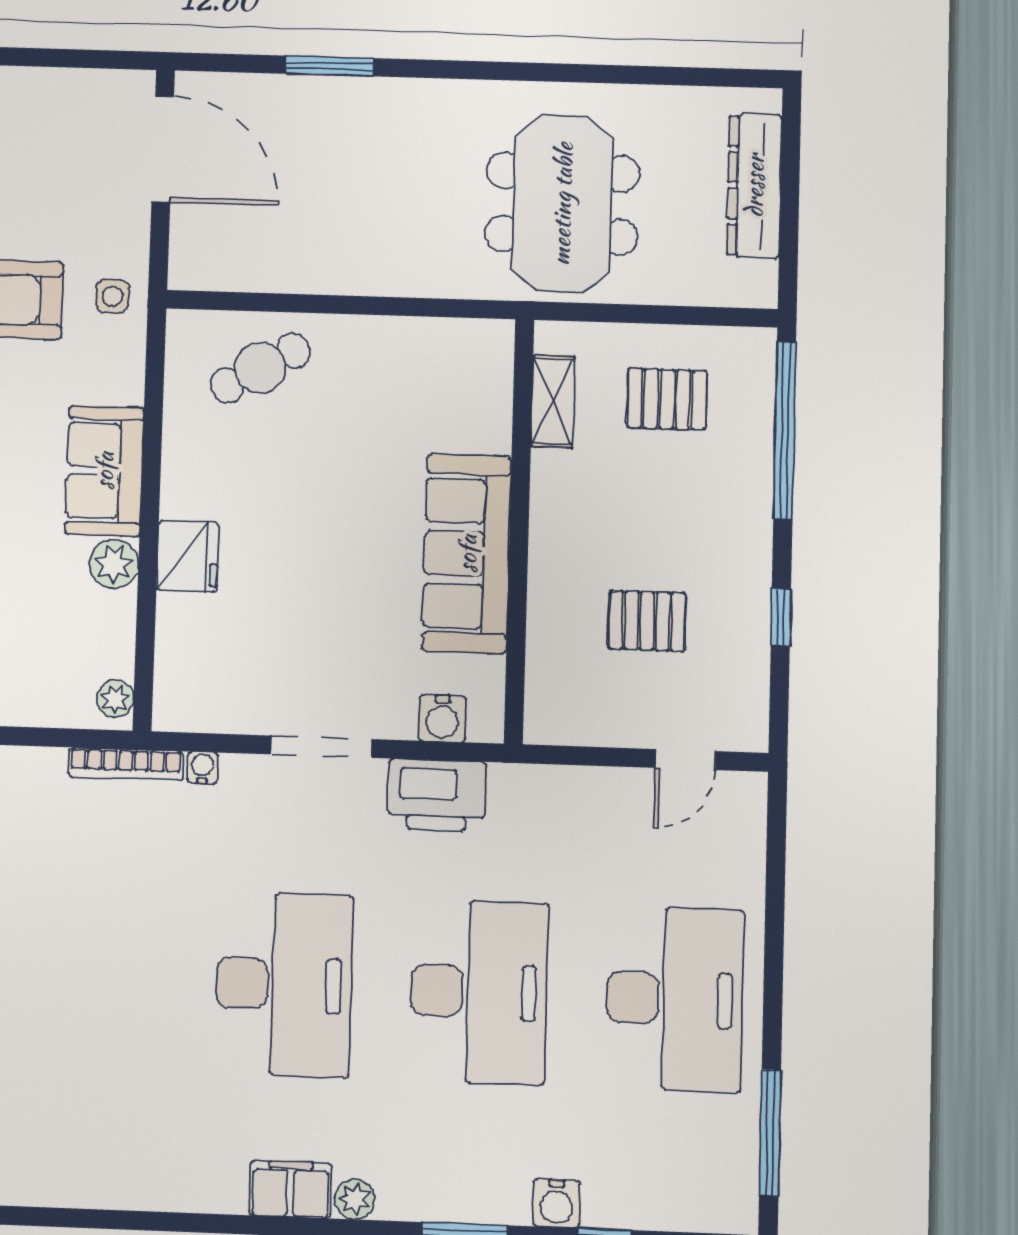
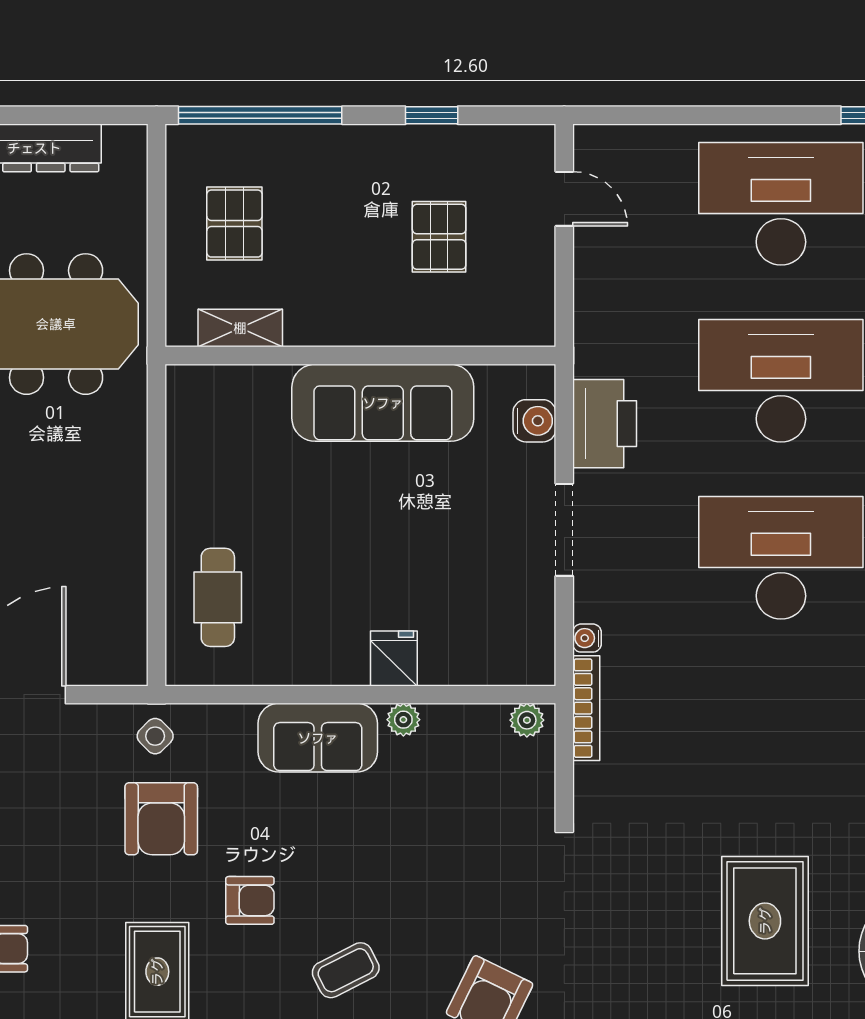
side table: (113, 296) -> (155, 736), turned 45
cafe table: (260, 368) -> (218, 597), turned 30
fridge: (188, 556) -> (394, 658), width x0.72
plant: (114, 564) -> (403, 720), width x0.73, depth x0.73

